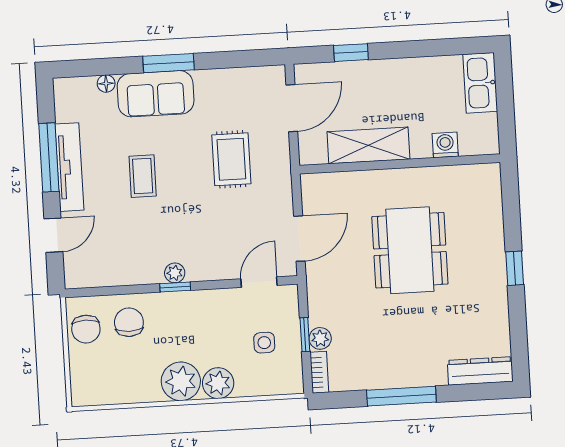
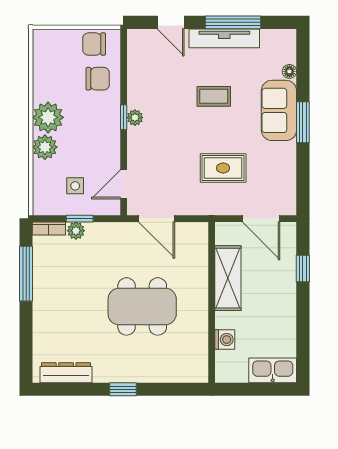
door: (259, 282) -> (124, 184), swing flipped
dresser: (480, 371) -> (66, 373), moved, turned -90
window: (401, 396) -> (26, 274), moved

